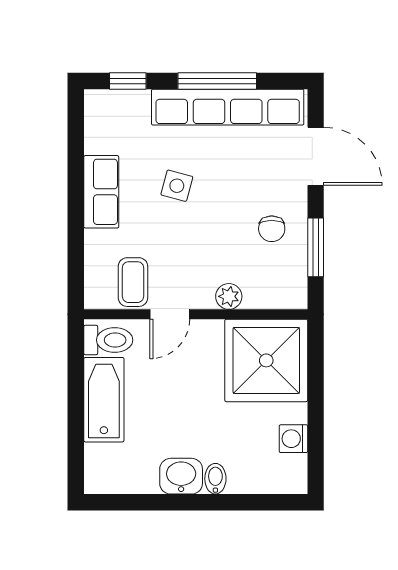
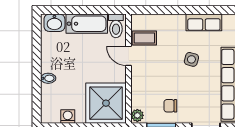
row of seats: (101, 192) -> (204, 22), moved
plant: (229, 296) -> (137, 115), moved
washbasin: (181, 476) -> (54, 23), moved, turned 90

